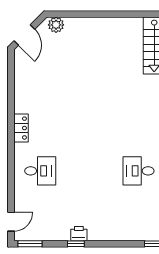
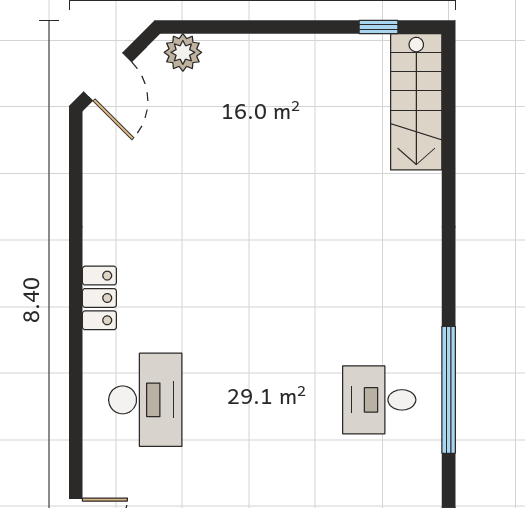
window: (138, 14) -> (378, 27), added
desk: (40, 171) -> (145, 400), width x1.37

